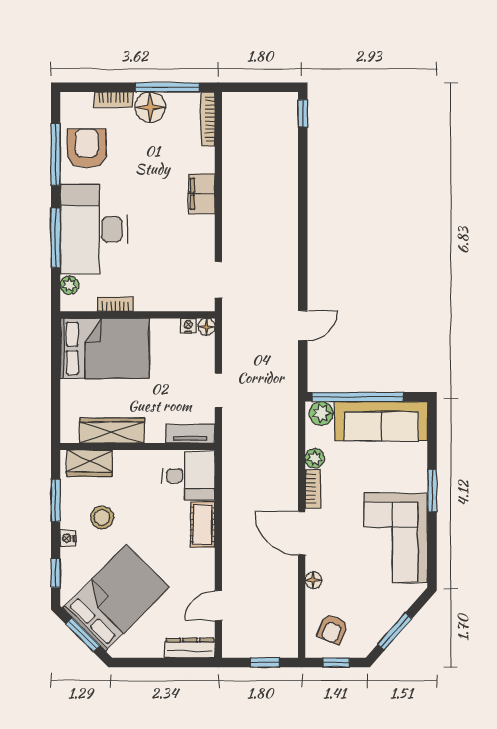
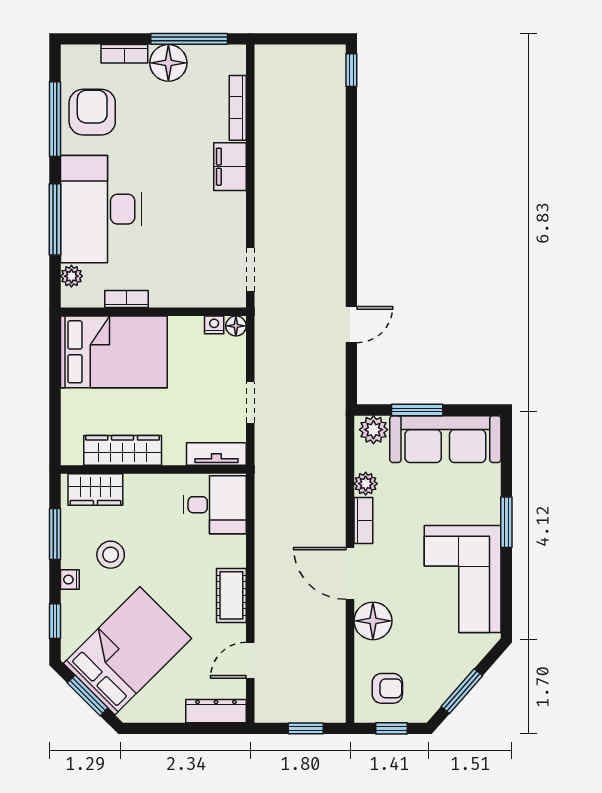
bookcase: (208, 119) -> (238, 108), moved
window: (358, 397) -> (417, 410), width x0.47
cot: (203, 525) -> (231, 595), moved
floor lamp: (313, 580) -> (373, 621), width x1.89, depth x1.89
armchair: (333, 629) -> (387, 688), turned -113

